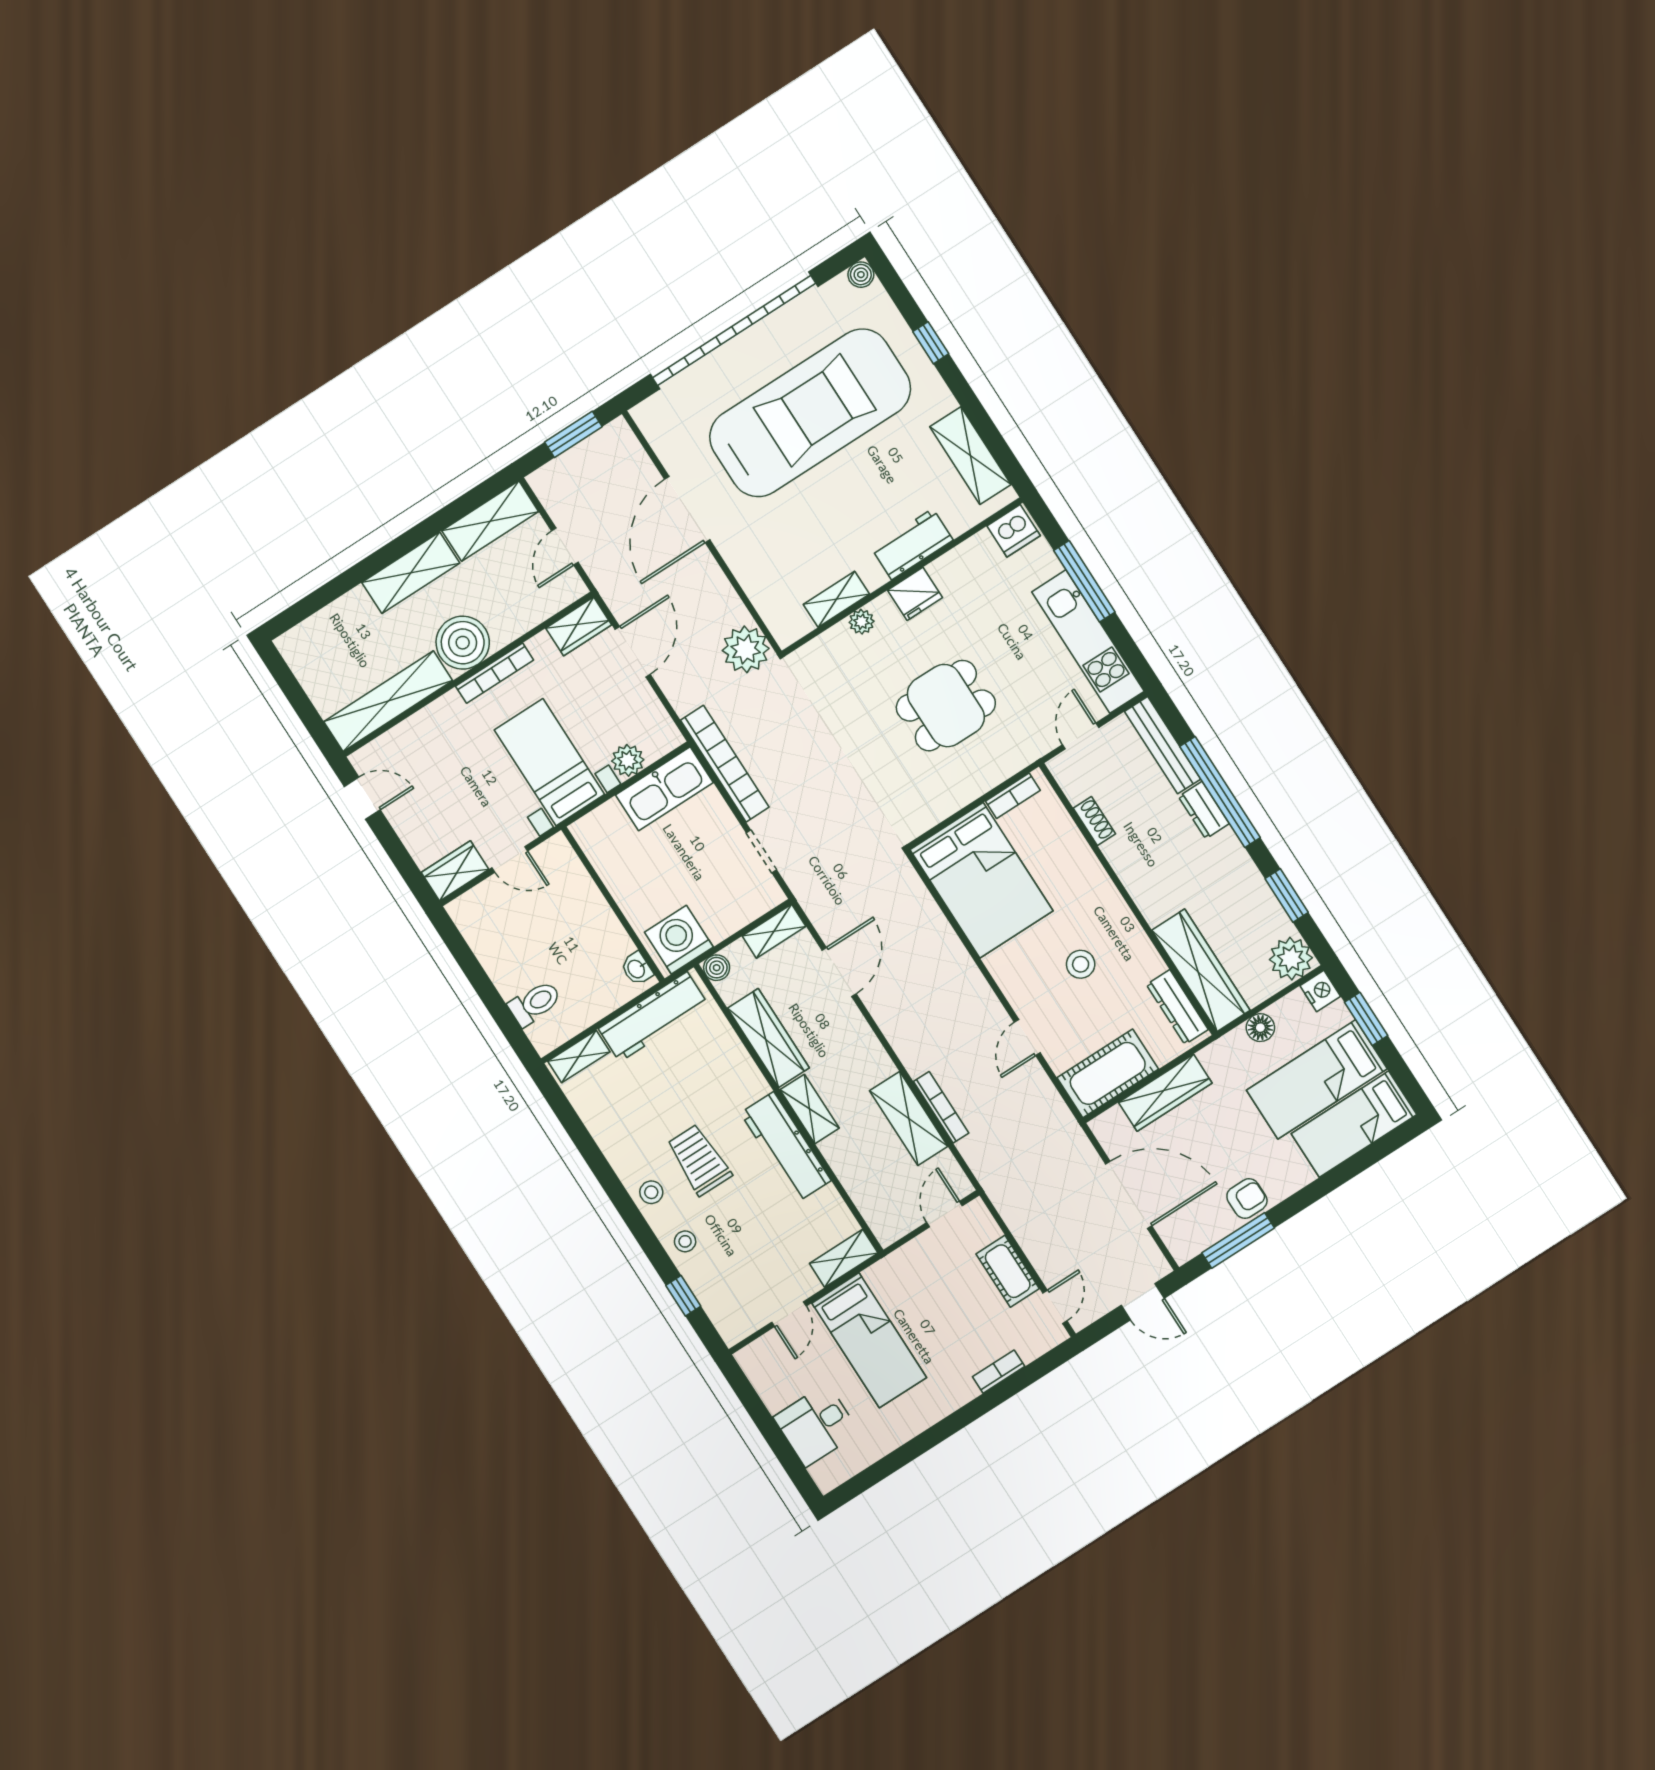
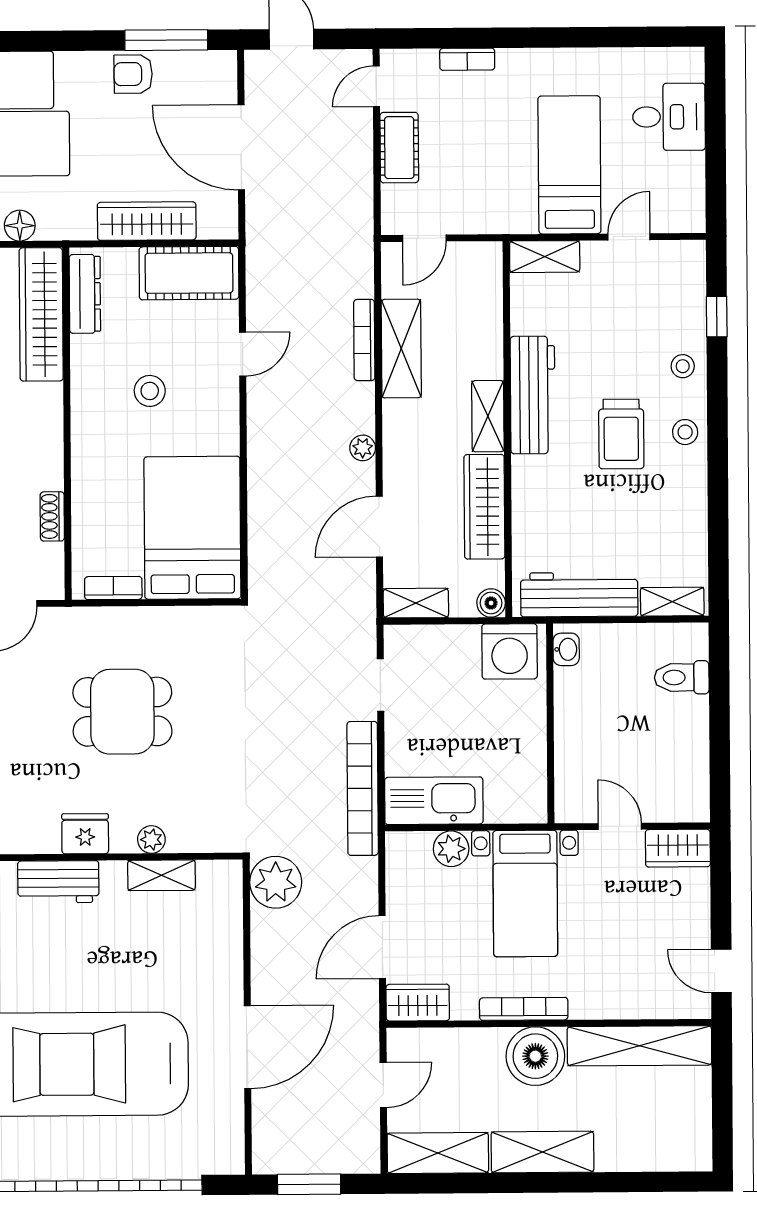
plant: (890, 1024) -> (363, 448), added

